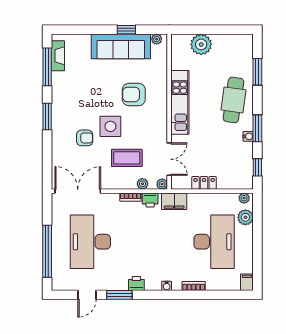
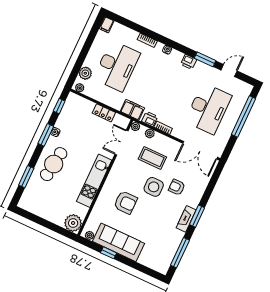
plant: (201, 44) -> (73, 223), moved
fireplace: (58, 56) -> (186, 219), moved
desk: (214, 242) -> (117, 66), turned 180

